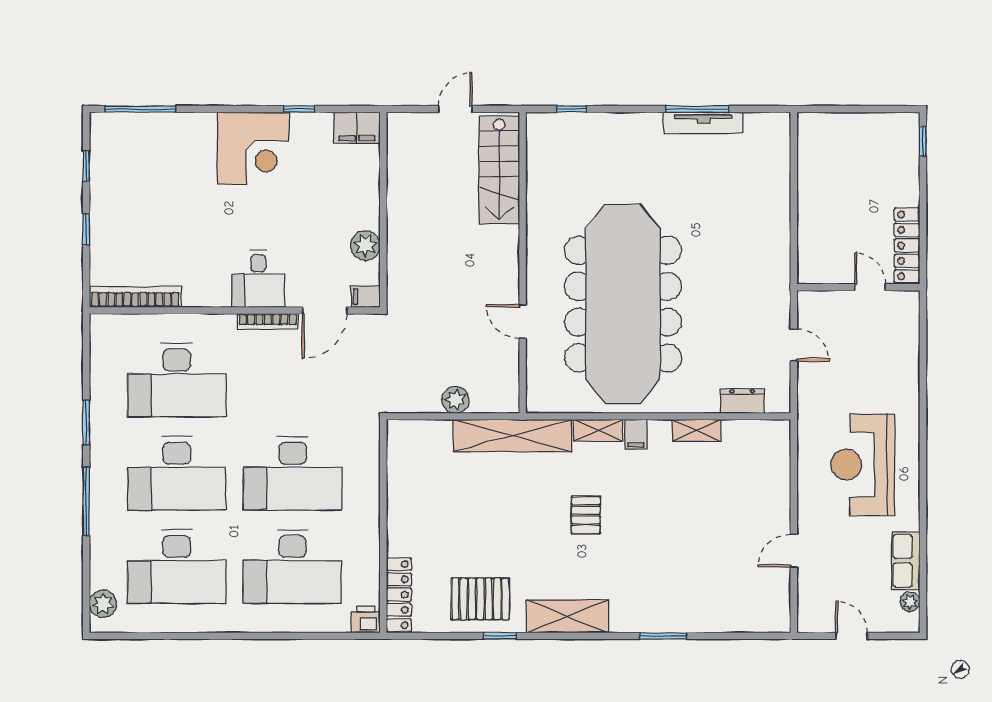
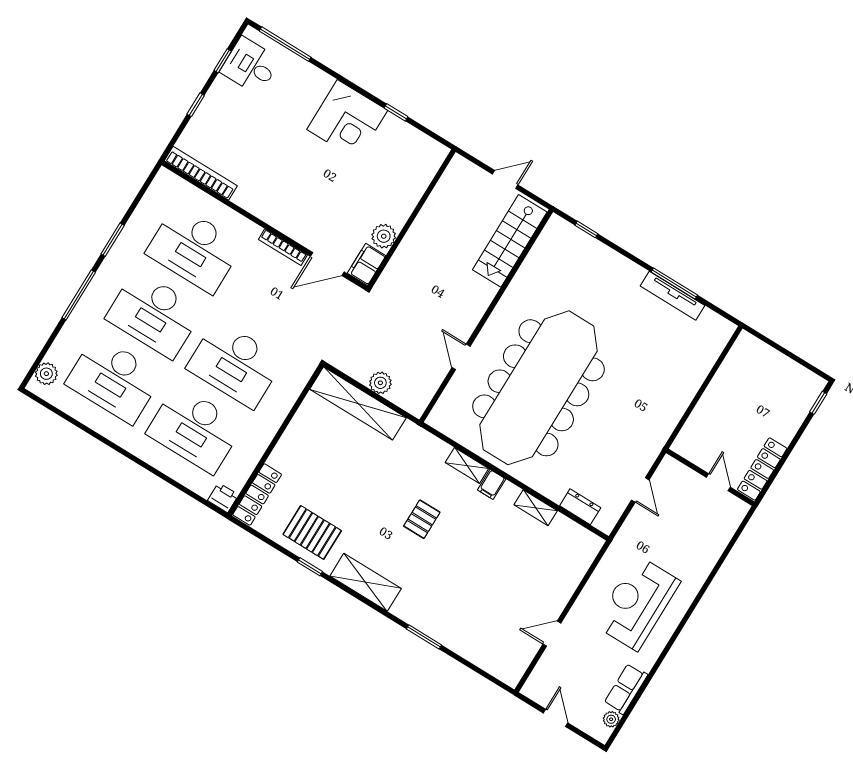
filing cabinet: (357, 128) -> (429, 150), removed
desk: (258, 279) -> (250, 66), moved, turned 90
filing cabinet: (366, 297) -> (367, 264), width x2.00
shelving: (512, 436) -> (358, 403), moved

